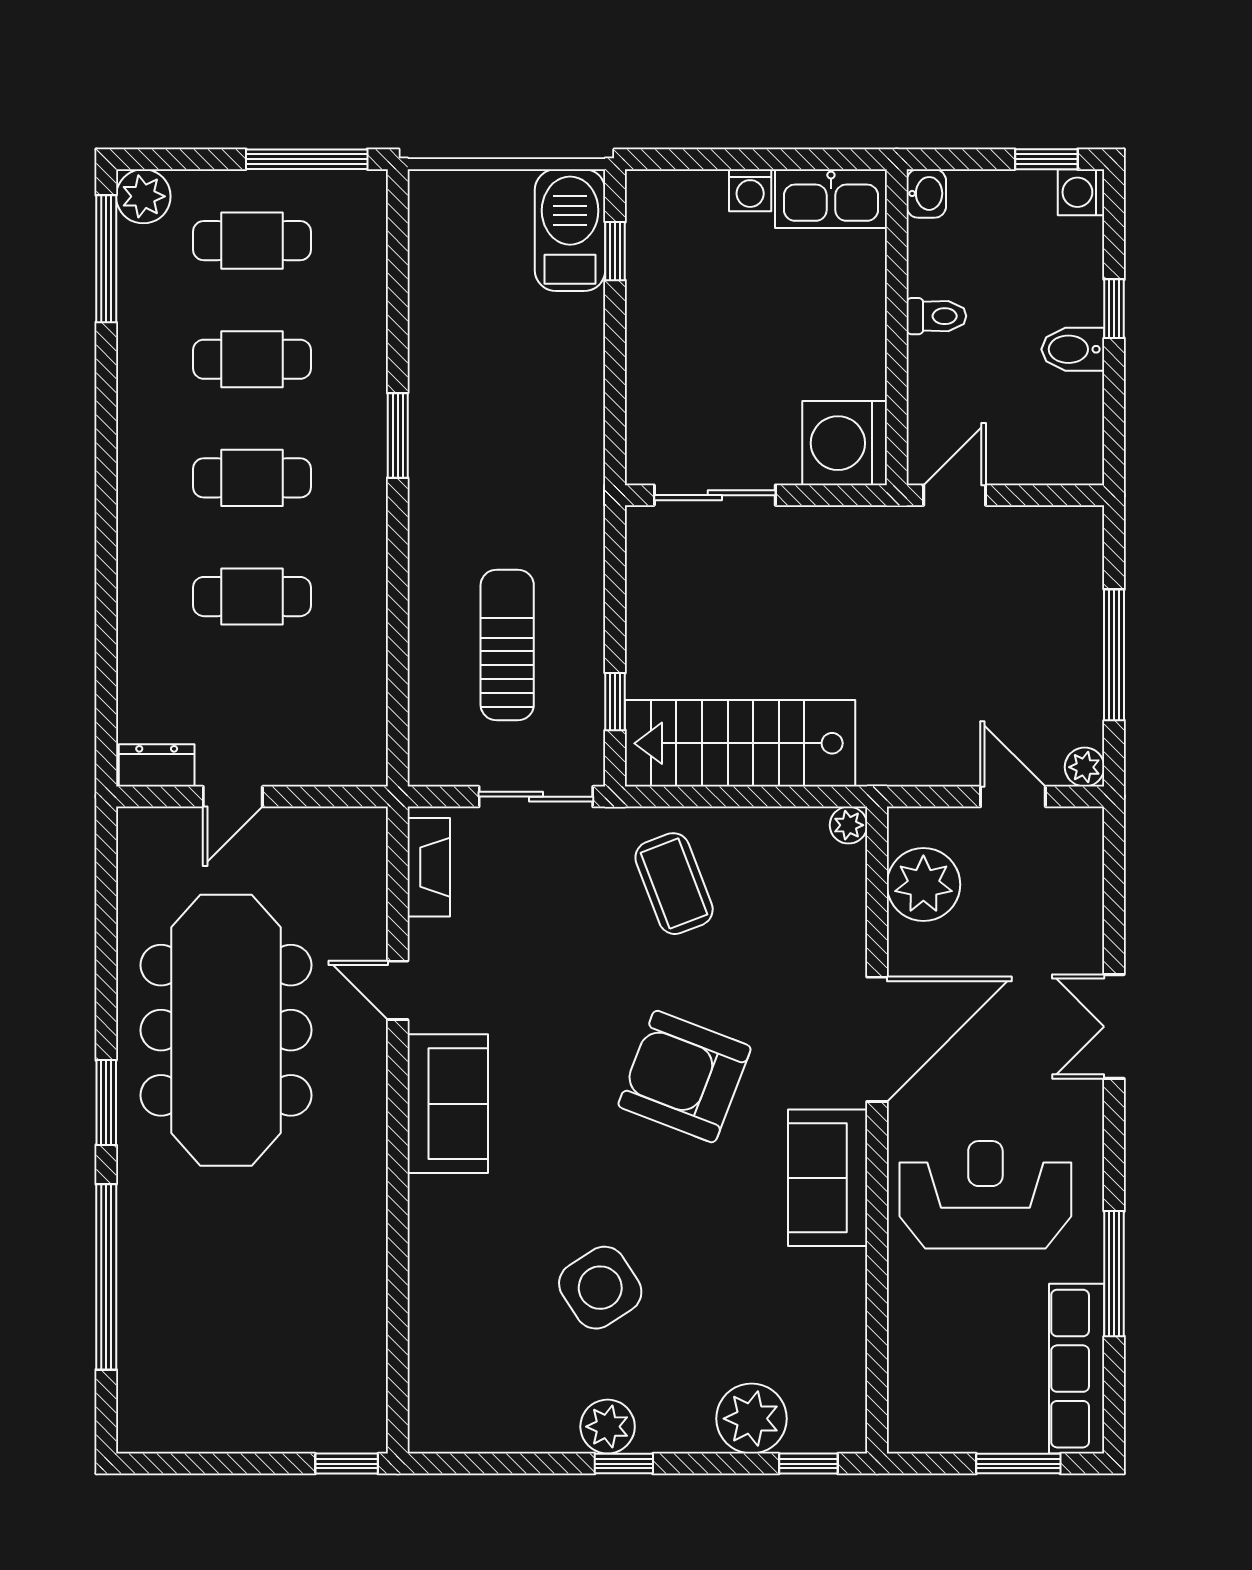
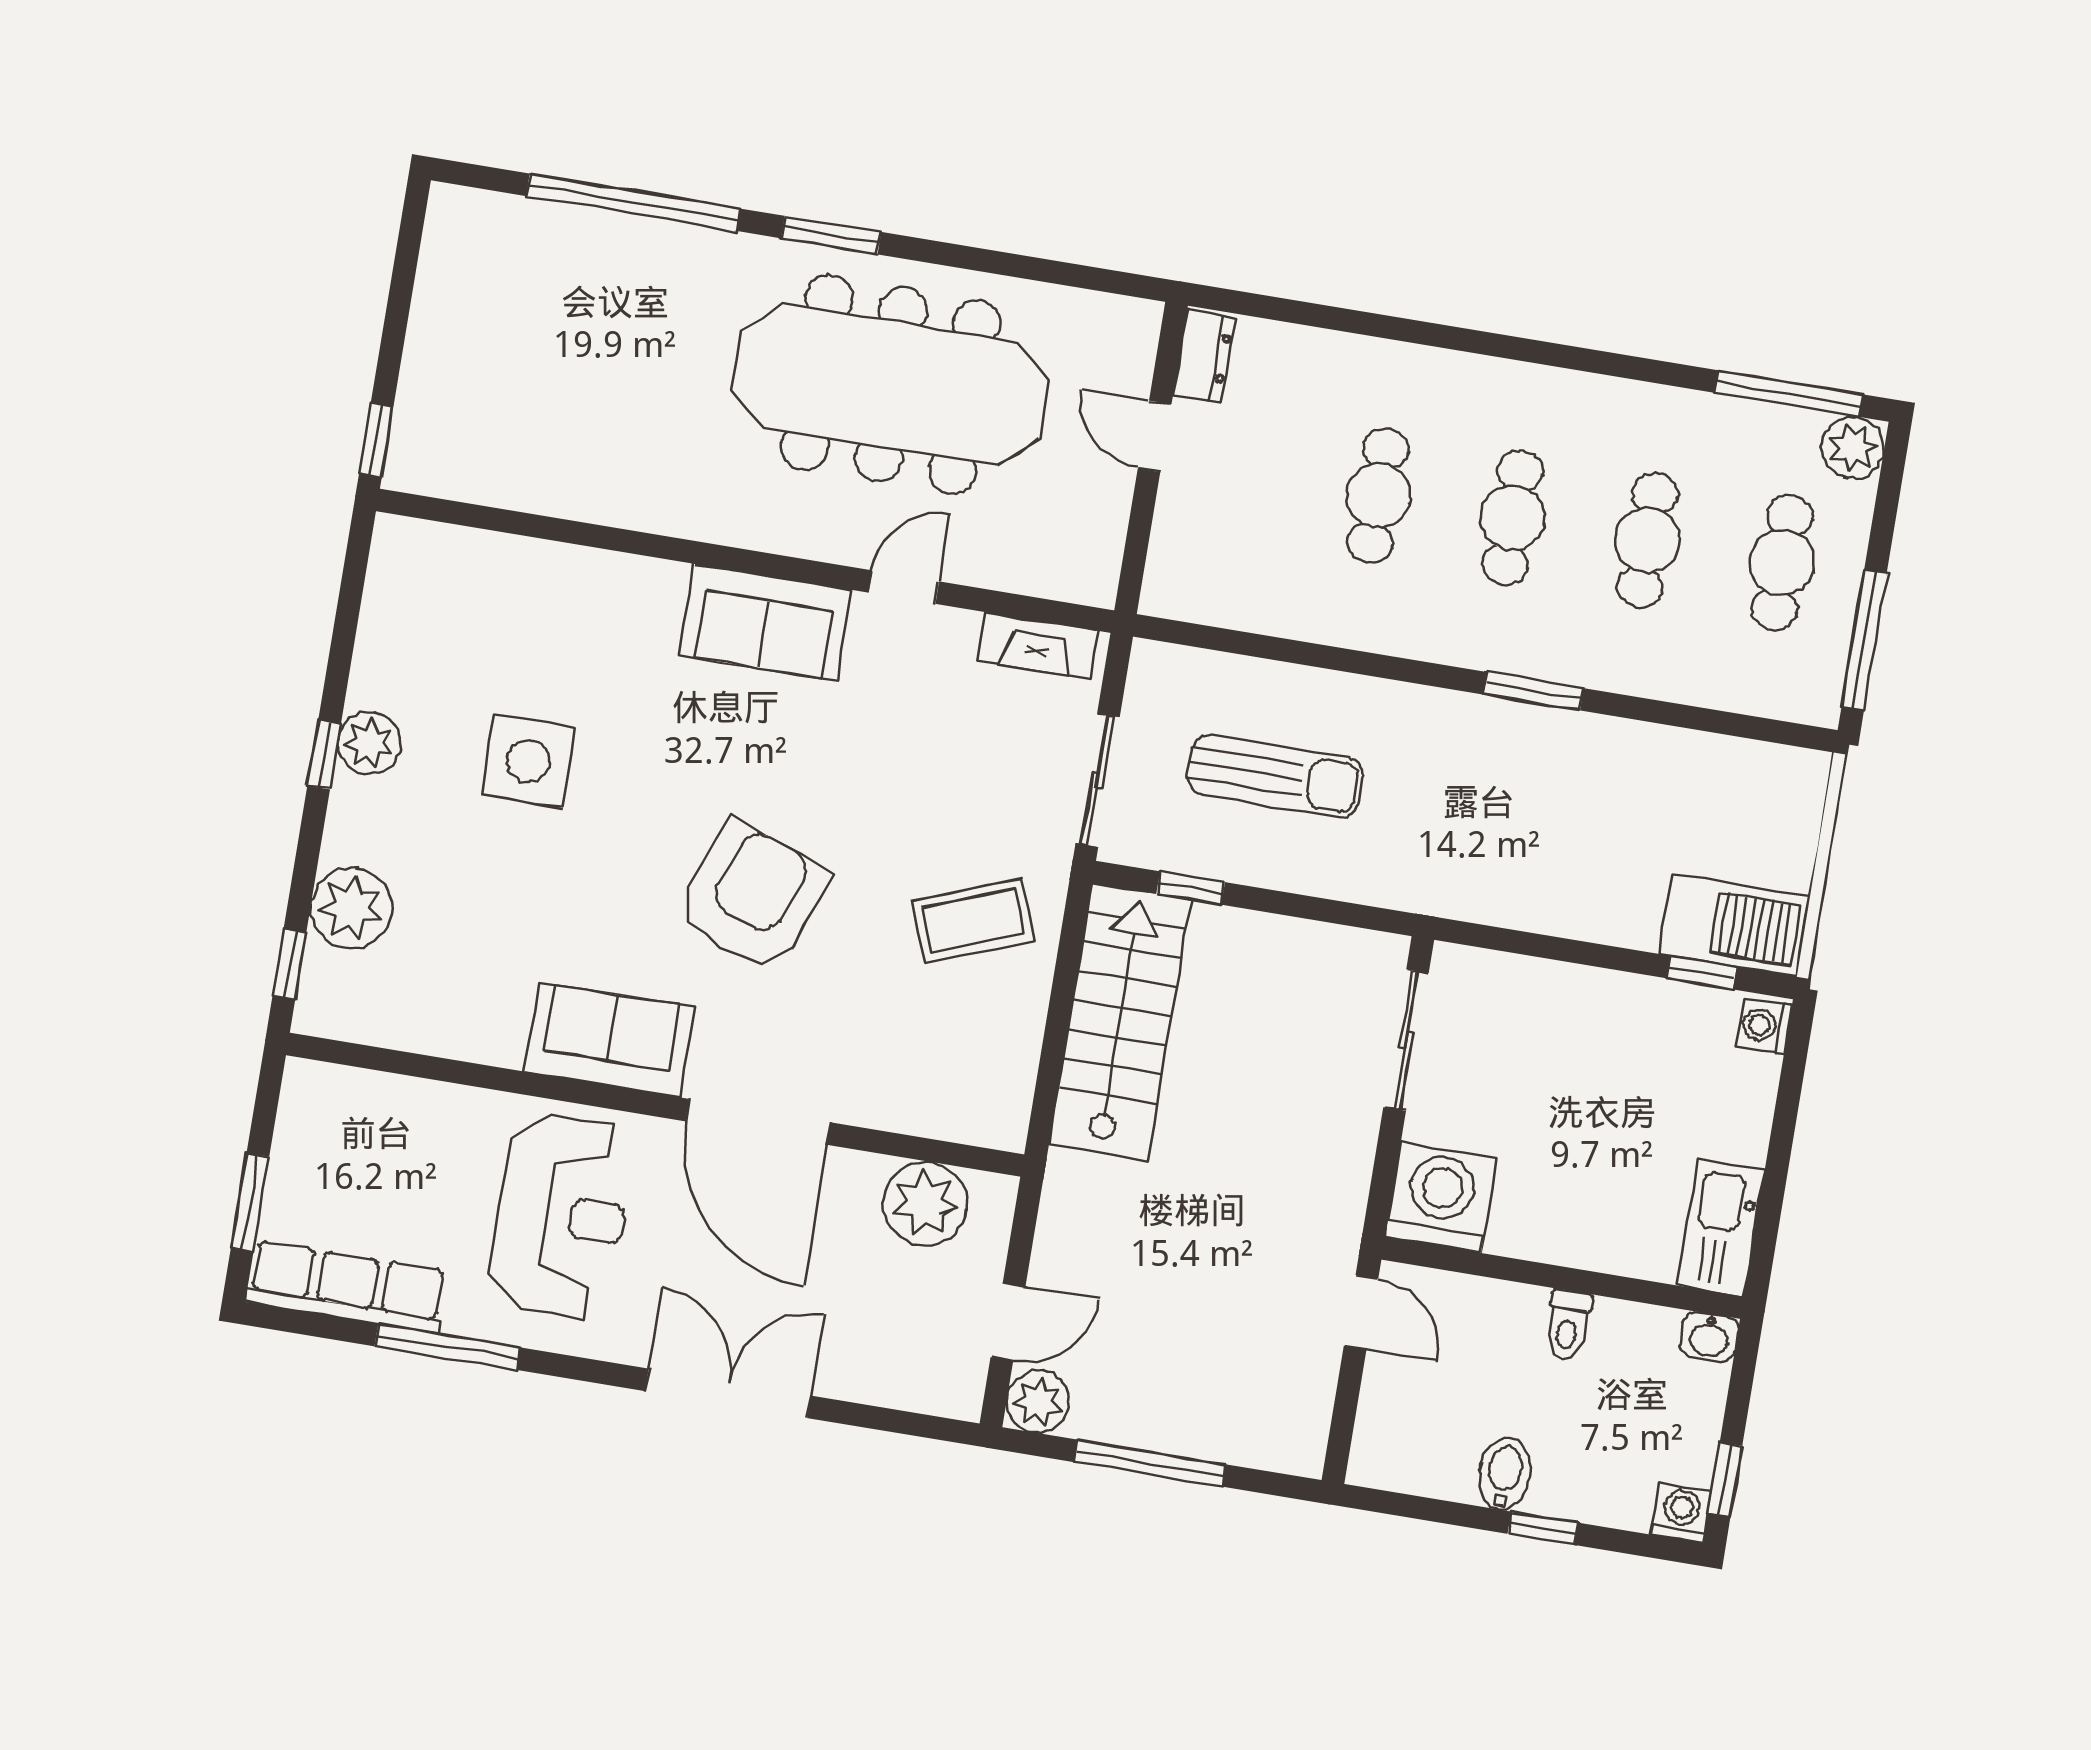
washing machine: (750, 190) -> (1764, 1026), moved
plant: (1085, 767) -> (1038, 1402), width x1.38, depth x1.38
plant: (848, 825) -> (1007, 1130), removed
double door: (1114, 1027) -> (728, 1393), width x1.37
side table: (600, 1288) -> (528, 761), turned 33

